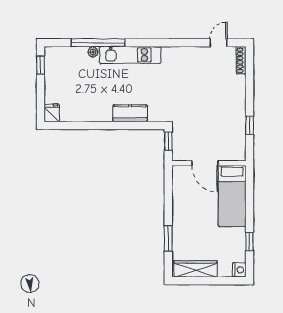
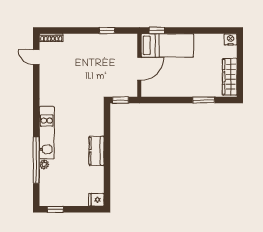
kitchen counter: (130, 113) -> (97, 151), moved
window: (250, 242) -> (157, 31), moved

